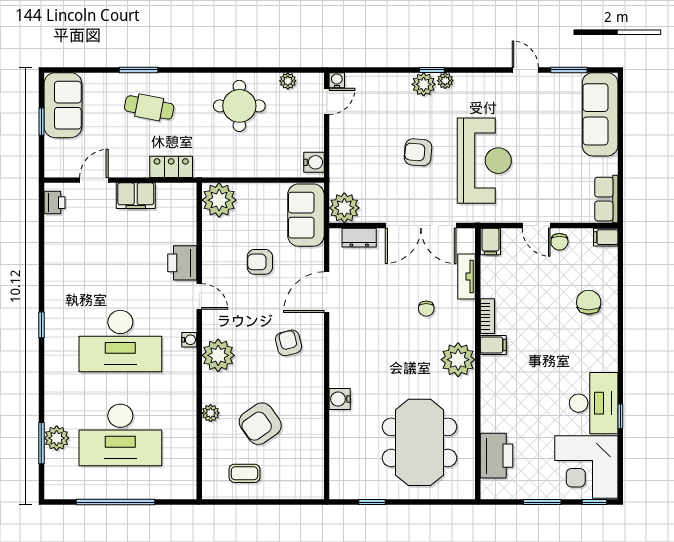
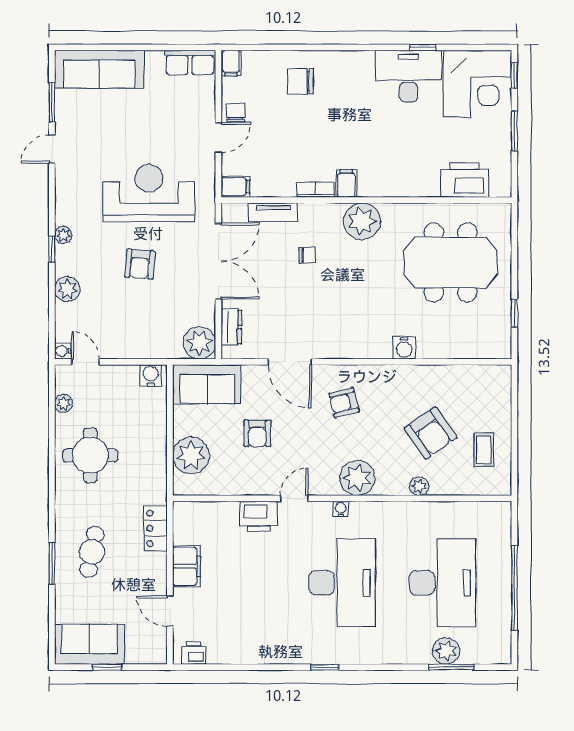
plant: (424, 84) -> (67, 289), moved
plant: (219, 200) -> (191, 455), moved
chair: (559, 242) -> (236, 113), turned -90

